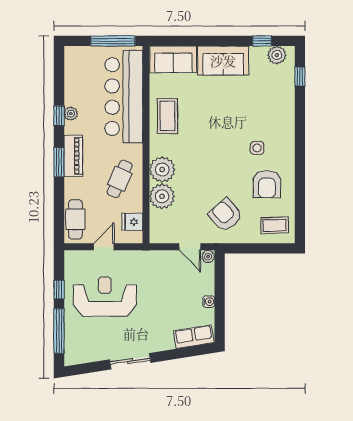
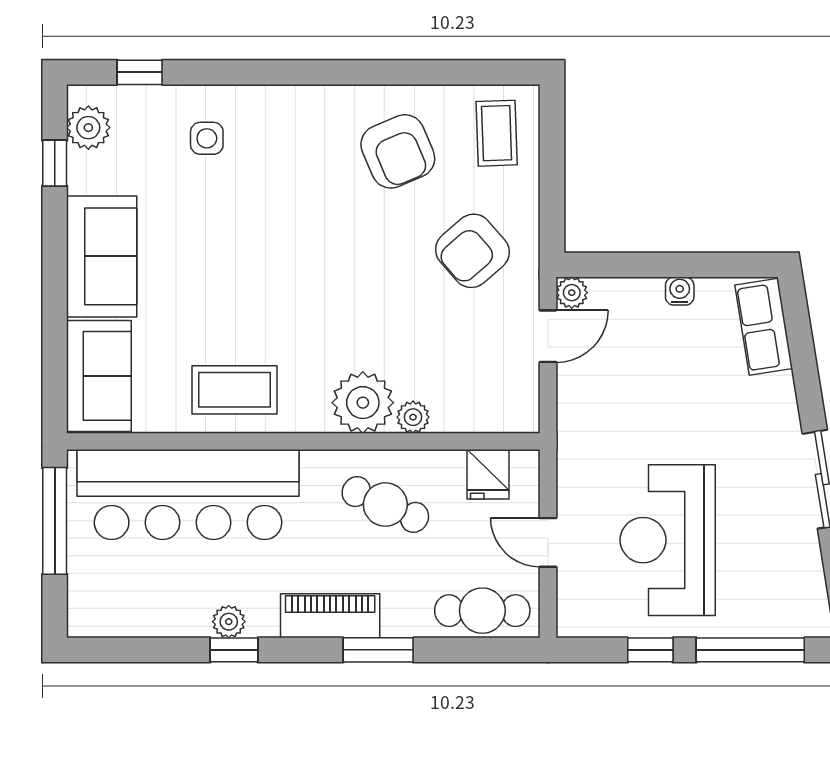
side table: (257, 148) -> (207, 138), moved
window: (59, 162) -> (378, 650), moved
armchair: (267, 184) -> (398, 151), turned 67
plant: (162, 196) -> (413, 417), width x0.53, depth x0.53

